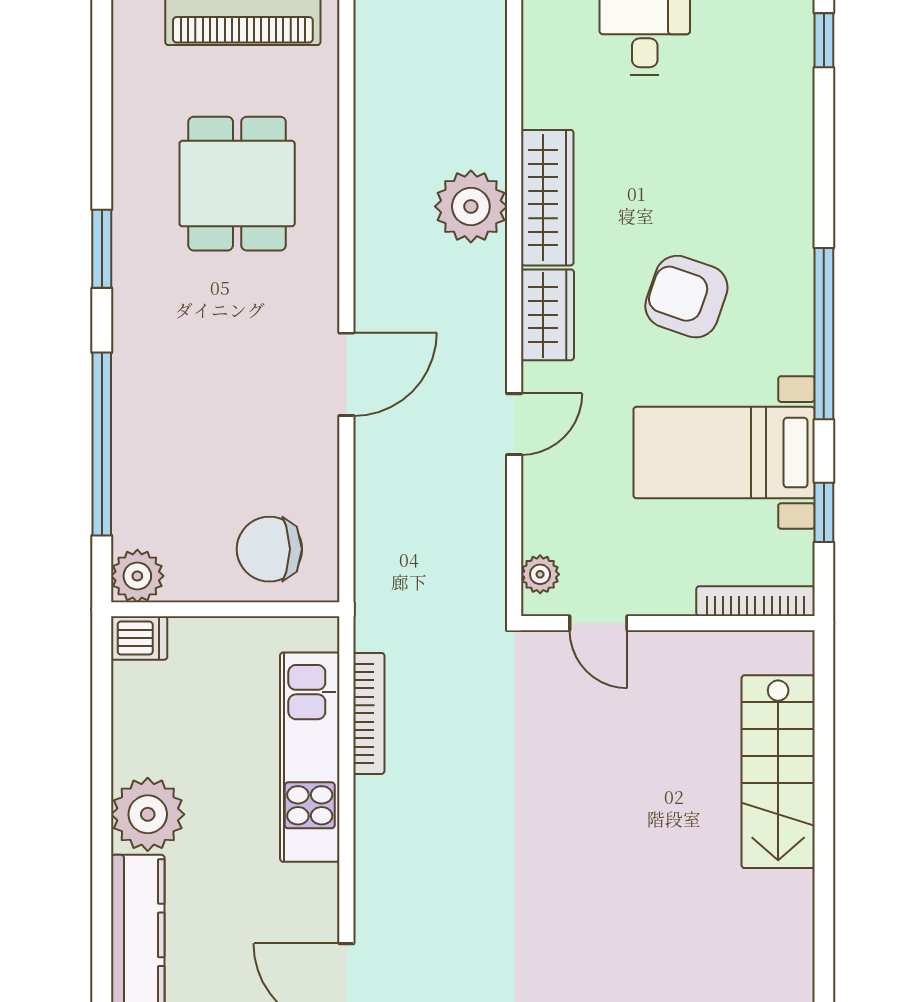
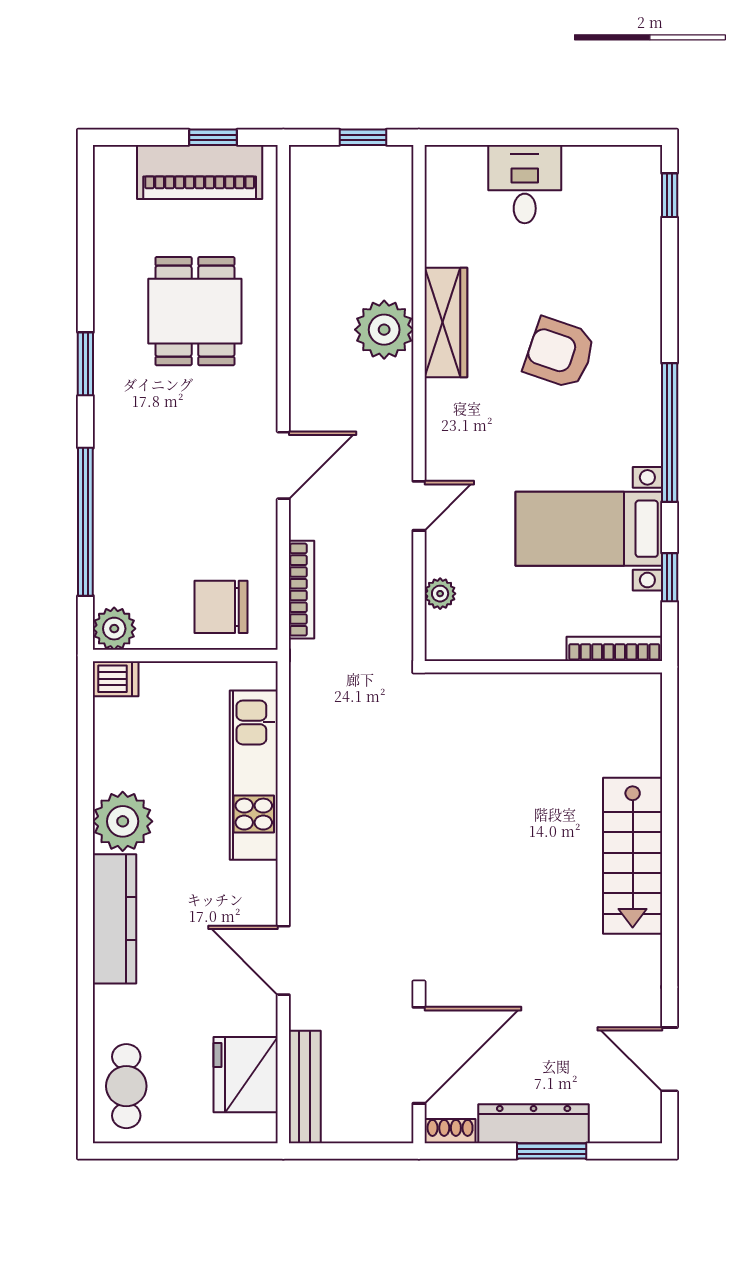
armchair: (686, 297) -> (560, 353), moved
wardrobe: (547, 315) -> (446, 417), removed
plant: (540, 574) -> (440, 594), moved
door: (598, 623) -> (487, 667), removed
bookcase: (369, 713) -> (302, 590), moved
stairs: (778, 772) -> (633, 856), moved

